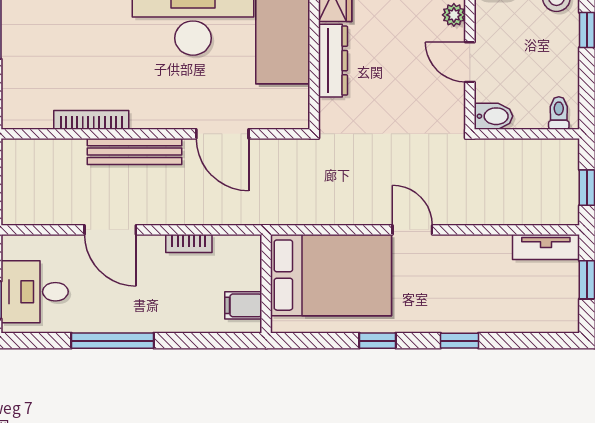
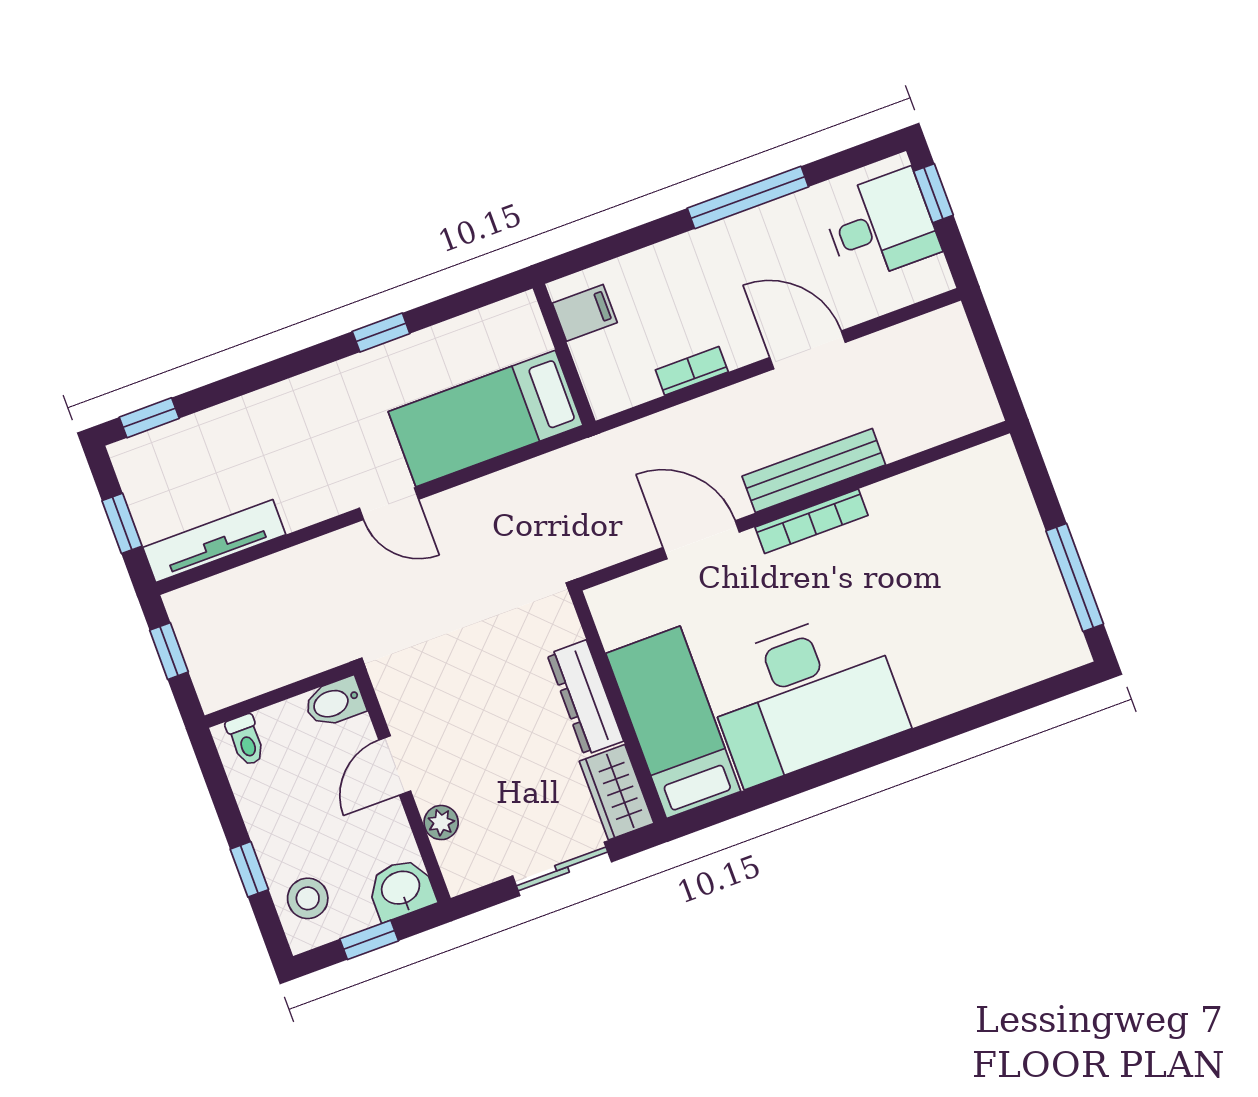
door: (470, 62) -> (395, 765), swing flipped
bookcase: (91, 120) -> (812, 521), moved
tv unit: (546, 247) -> (214, 541), width x1.41
bed: (331, 275) -> (486, 419), width x0.67
window: (459, 341) -> (149, 418), moved

